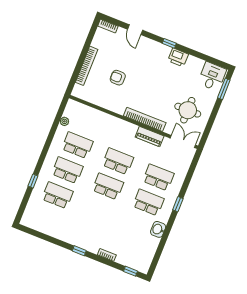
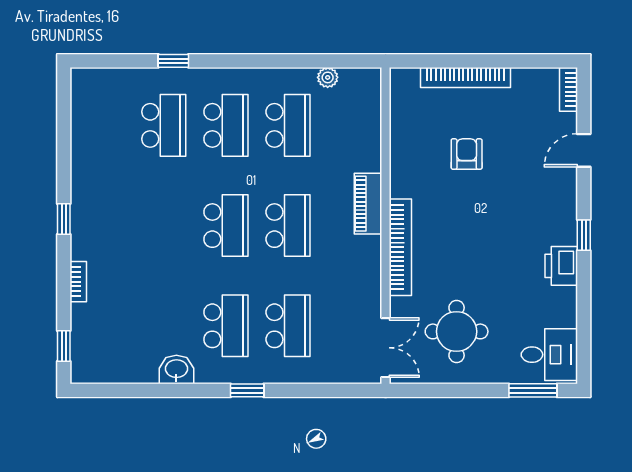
piano: (150, 136) -> (368, 204), moved

